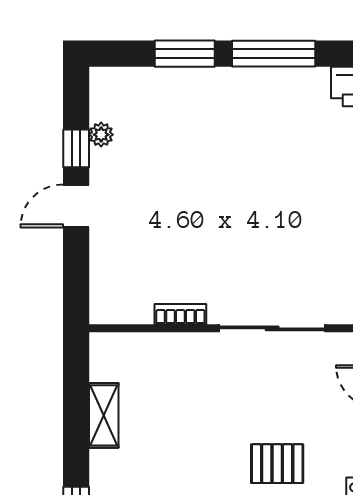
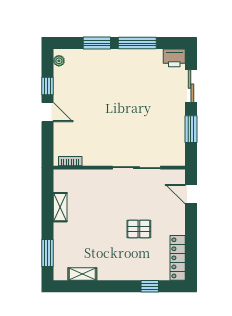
plant: (101, 135) -> (59, 61), moved
door: (76, 206) -> (48, 112), swing flipped
bookcase: (180, 314) -> (70, 161), moved

